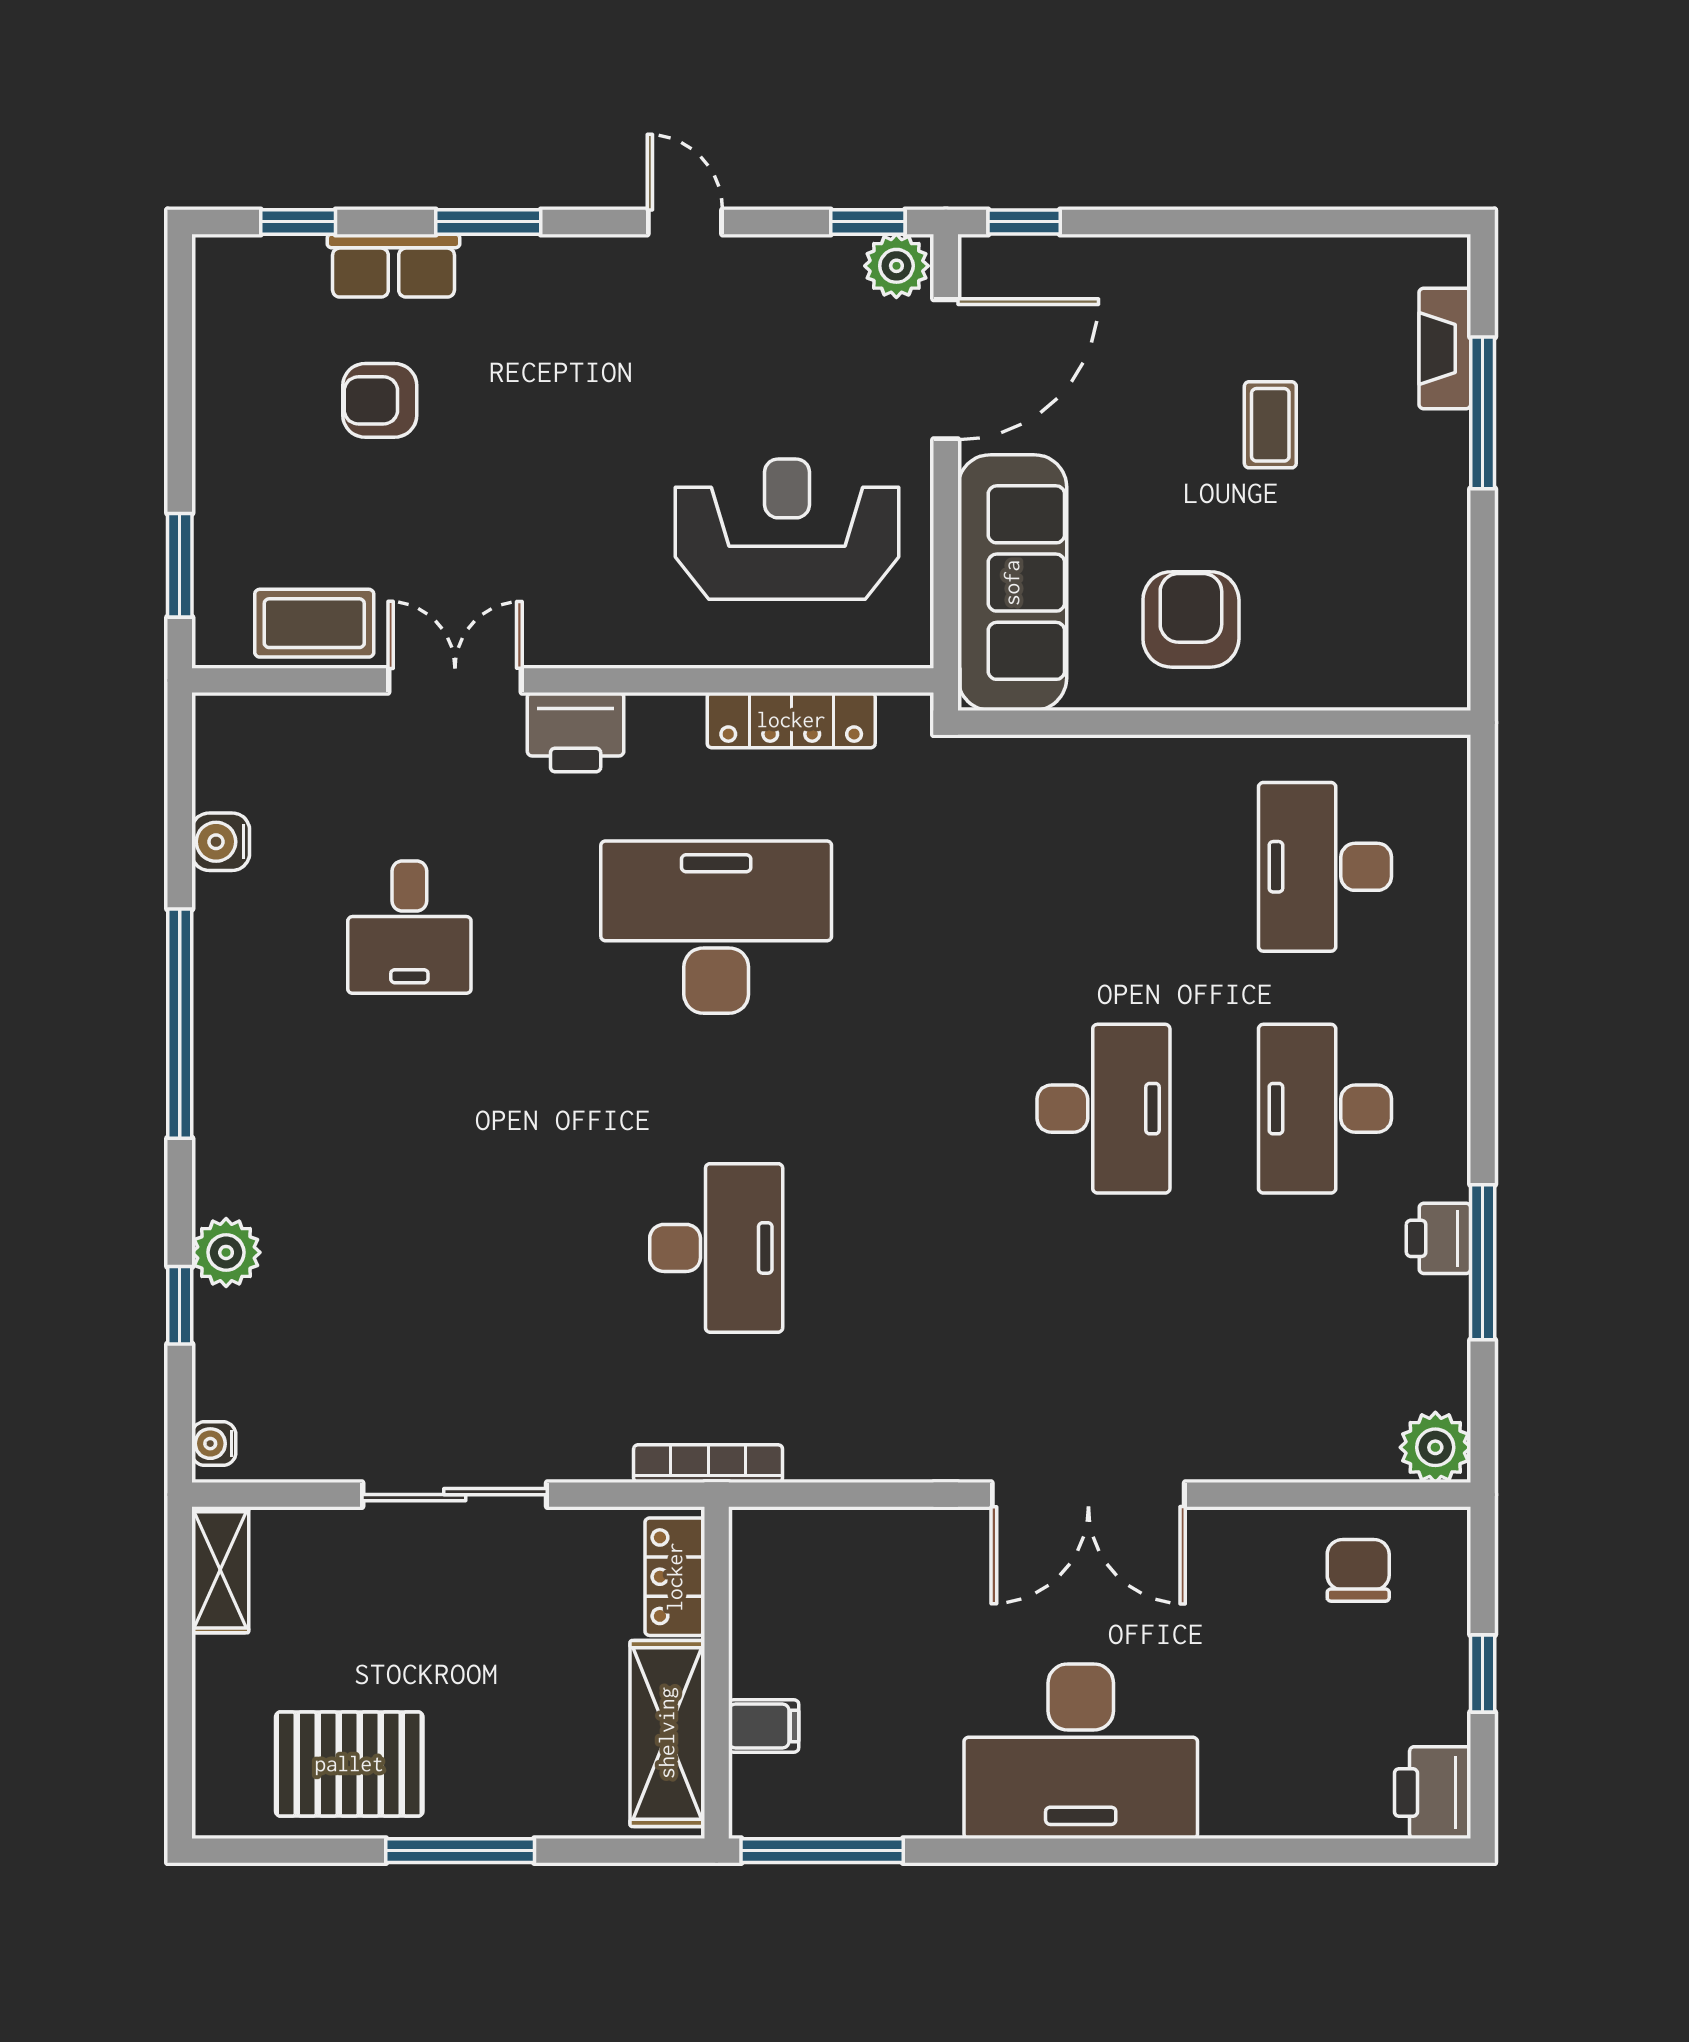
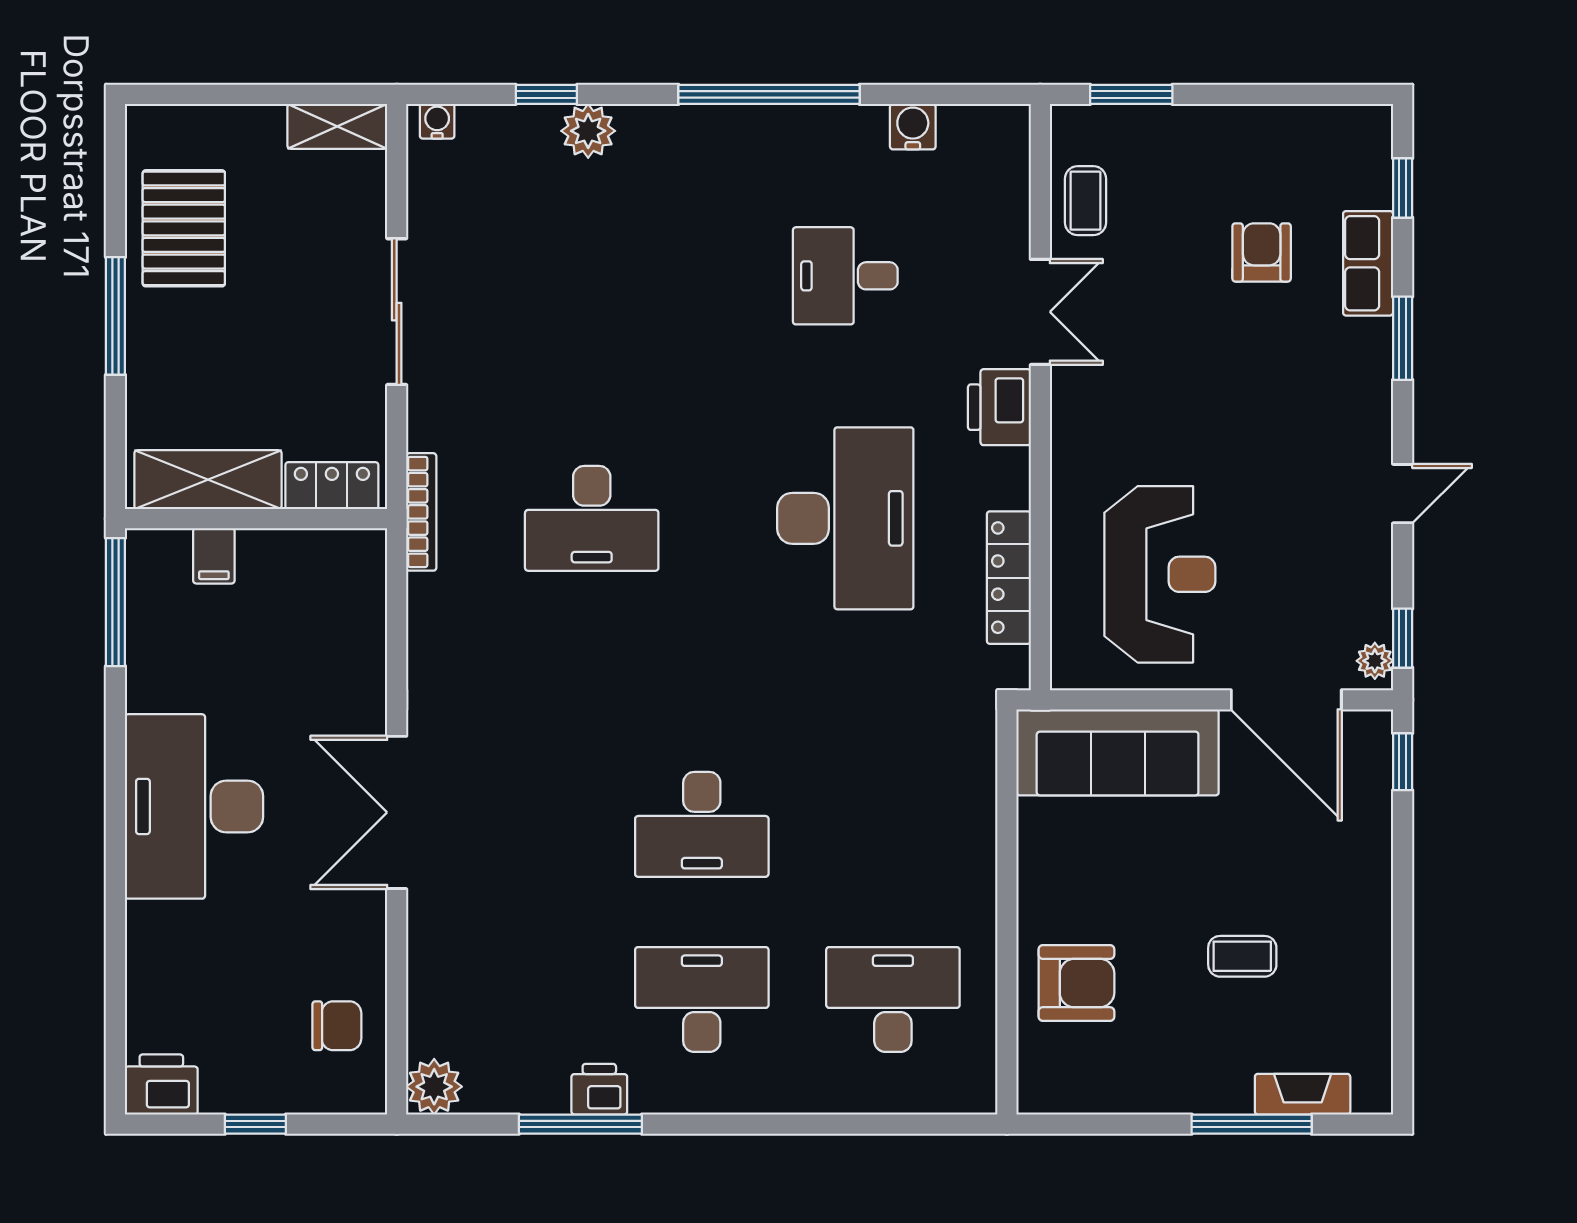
plant: (896, 266) -> (1375, 661), width x0.73, depth x0.73
armchair: (1191, 619) -> (1076, 983), moved
coffee table: (314, 623) -> (1086, 201), width x0.73, depth x0.77

